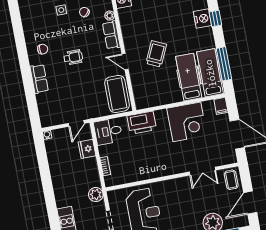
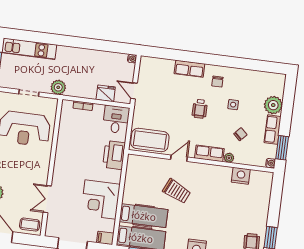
side table: (61, 10) -> (233, 105), moved

